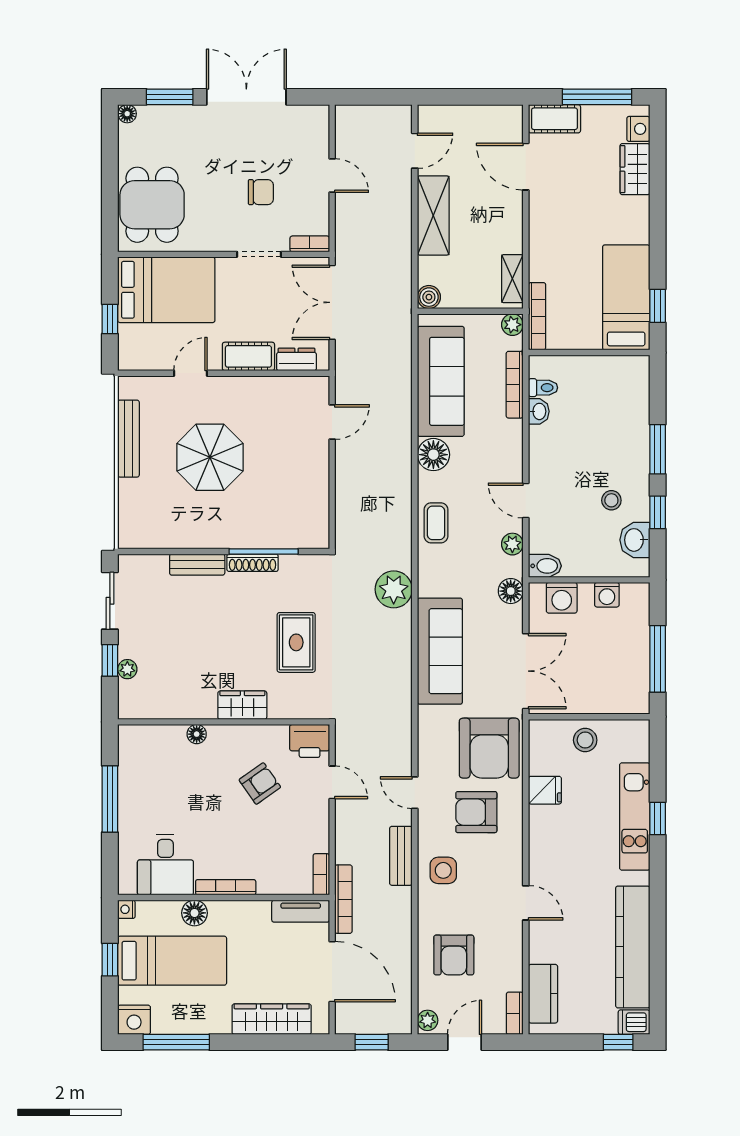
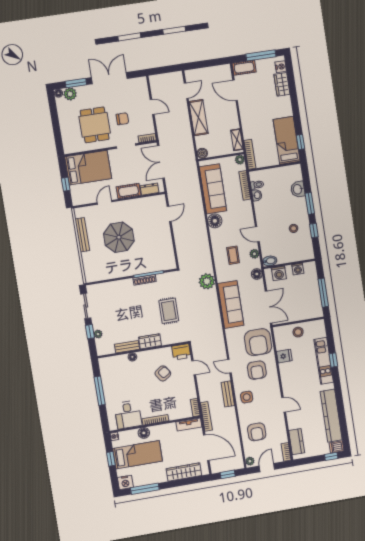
plant: (153, 119) -> (70, 94), added
dining table: (152, 205) -> (95, 125), moved
coffee table: (436, 523) -> (233, 255), moved
washbasin: (635, 540) -> (298, 189), moved
bench: (197, 565) -> (127, 347), moved
armchair: (476, 812) -> (257, 370), turned -90

